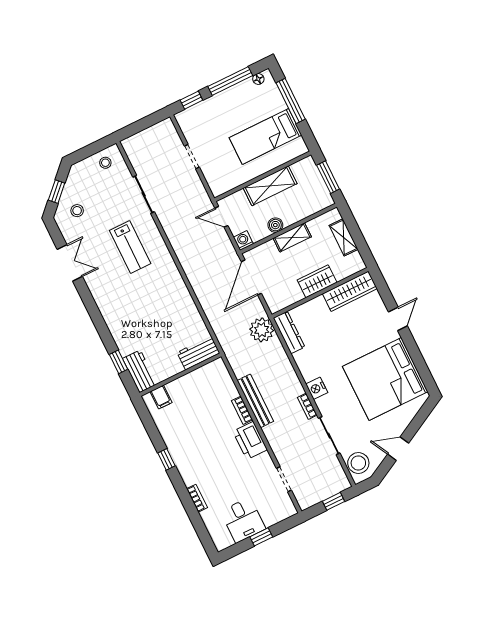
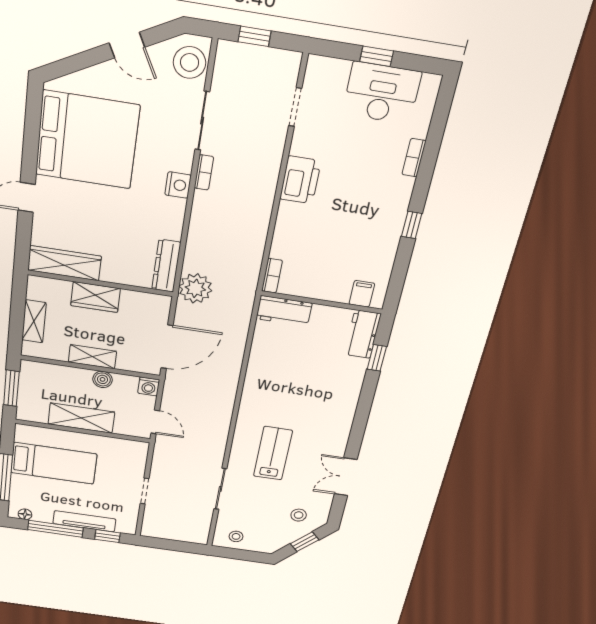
tv unit: (215, 102) -> (84, 521), added
bench: (255, 401) -> (260, 219), removed
bookcase: (242, 410) -> (272, 276), moved
desk: (243, 520) -> (382, 93), width x1.37

